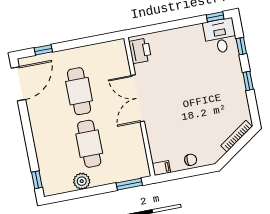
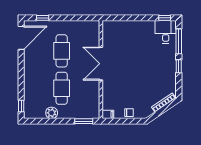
window: (241, 46) -> (179, 41), width x2.17
printer: (140, 51) -> (109, 31), removed

